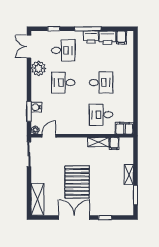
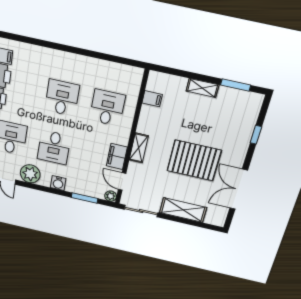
water cooler: (36, 107) -> (58, 183), moved
desk: (101, 115) -> (107, 108), turned 180
filing cabinet: (124, 128) -> (117, 156), moved
shelving: (98, 142) -> (139, 148), moved
shelving: (37, 199) -> (183, 210), moved
double door: (74, 218) -> (239, 189), moved

